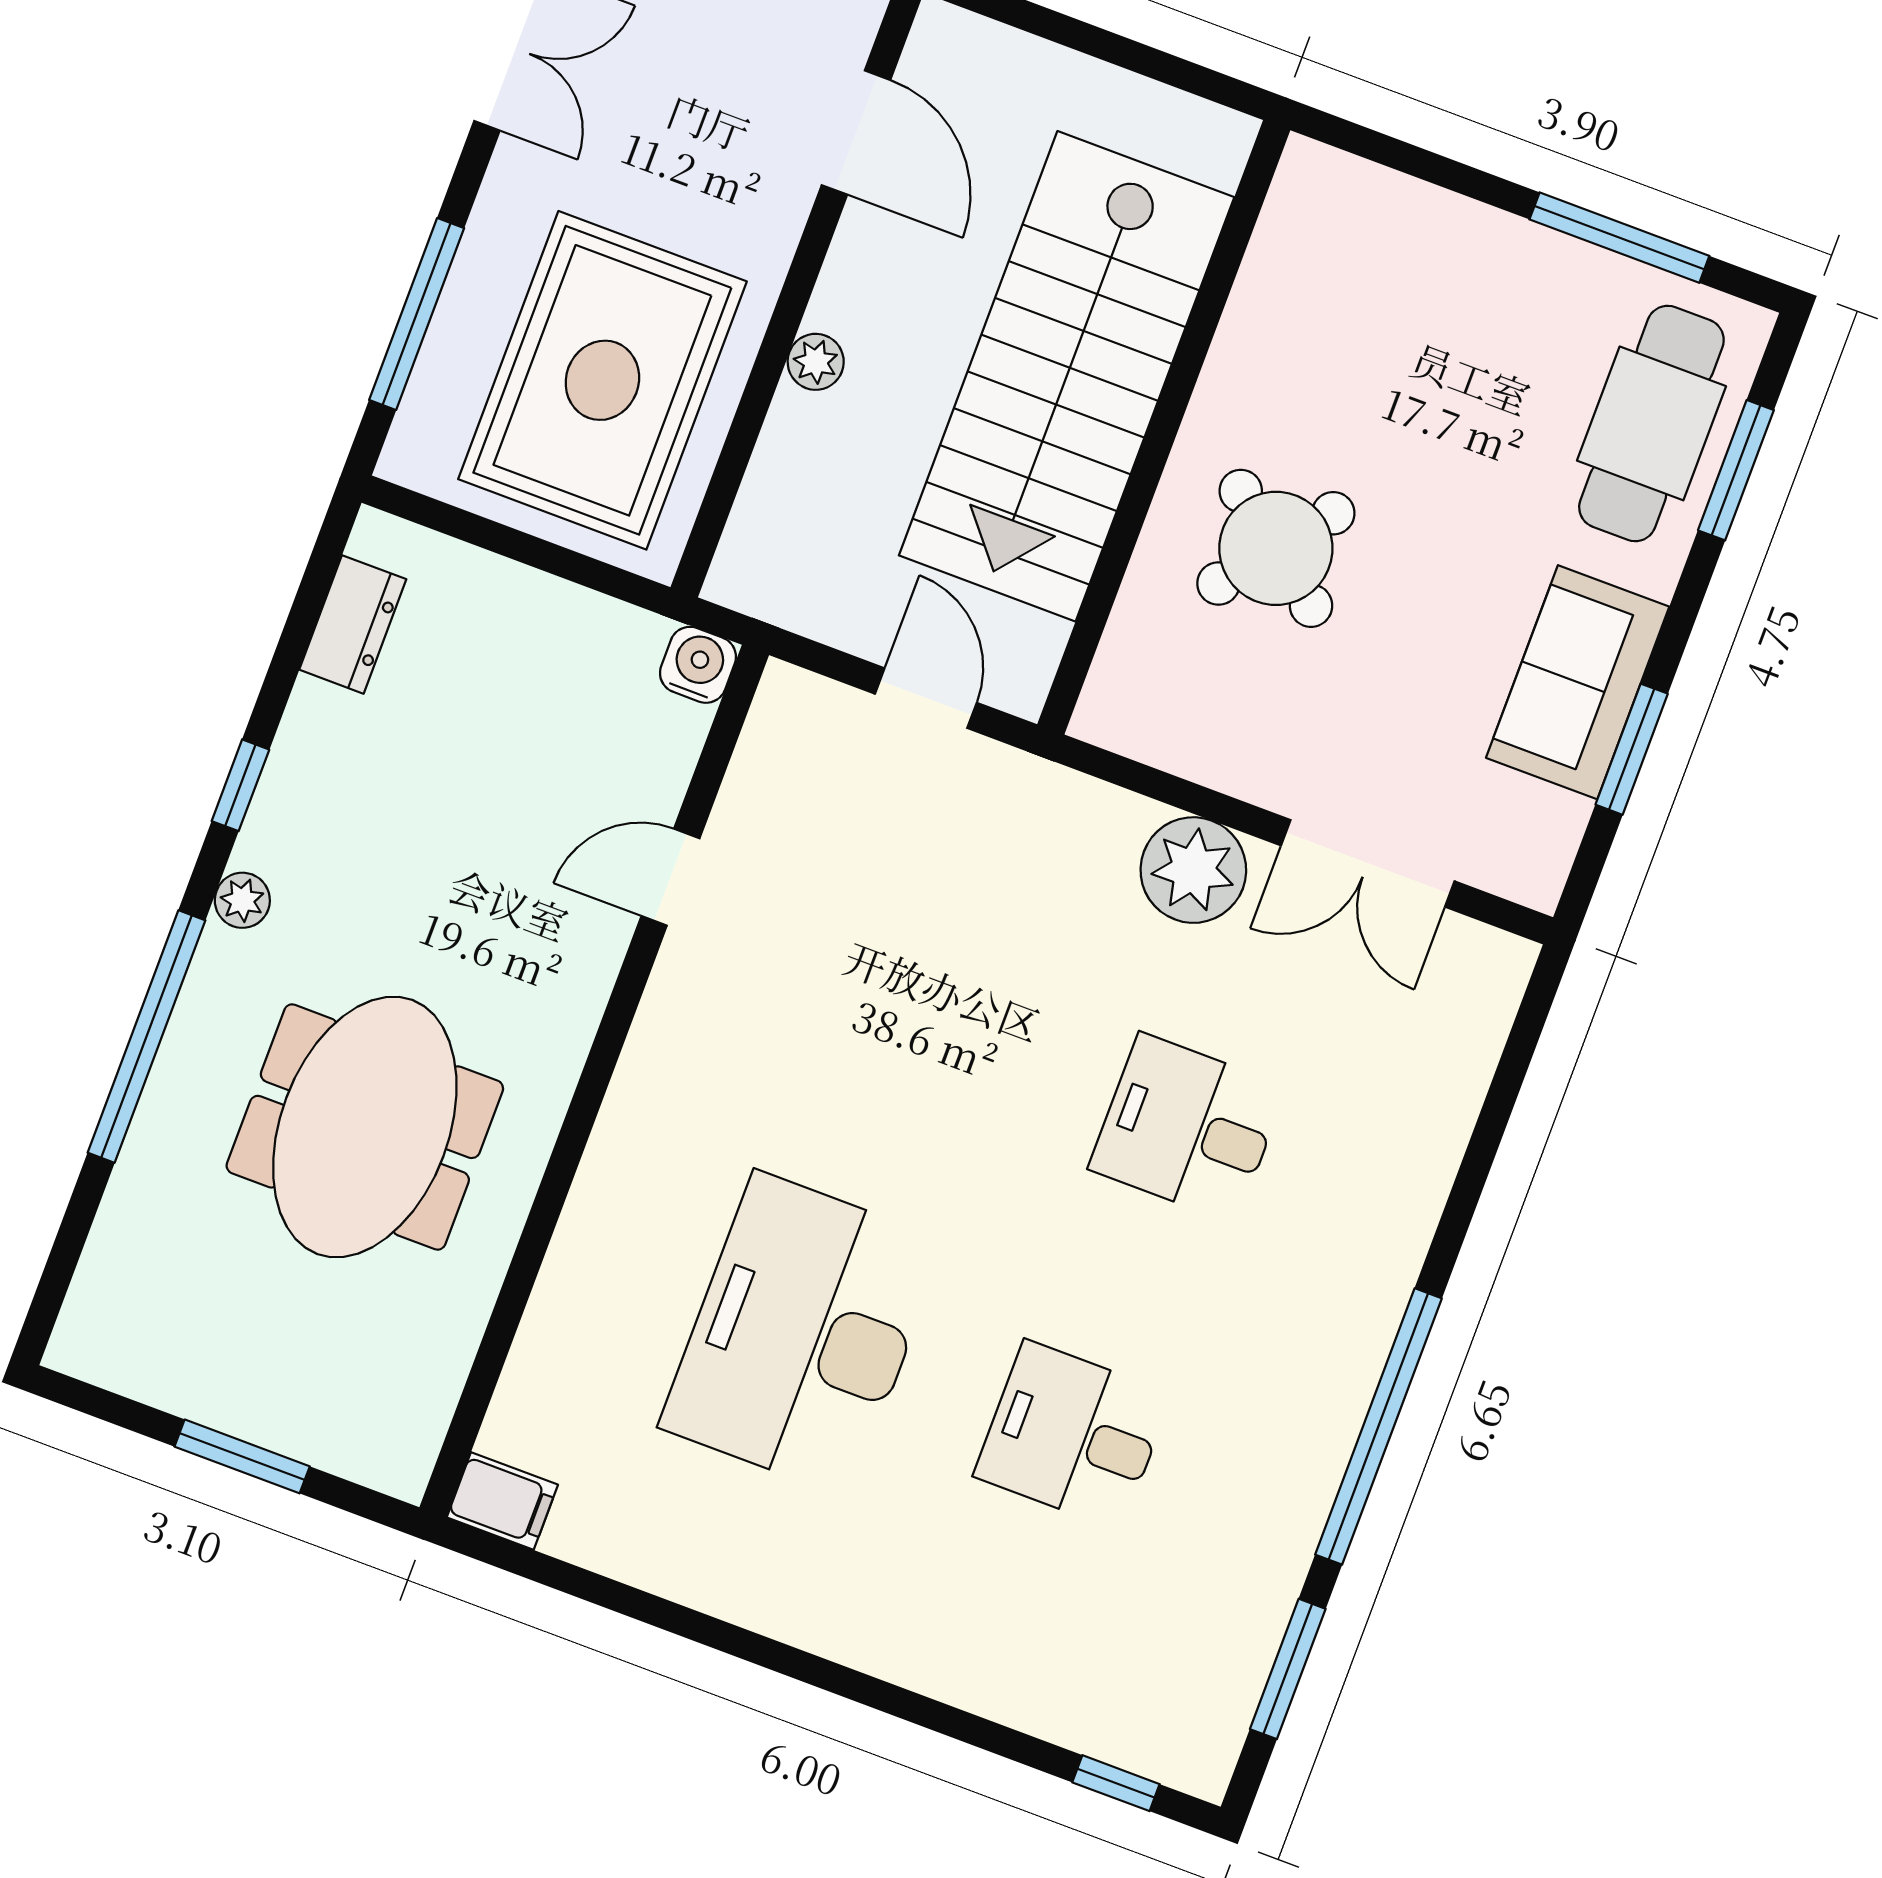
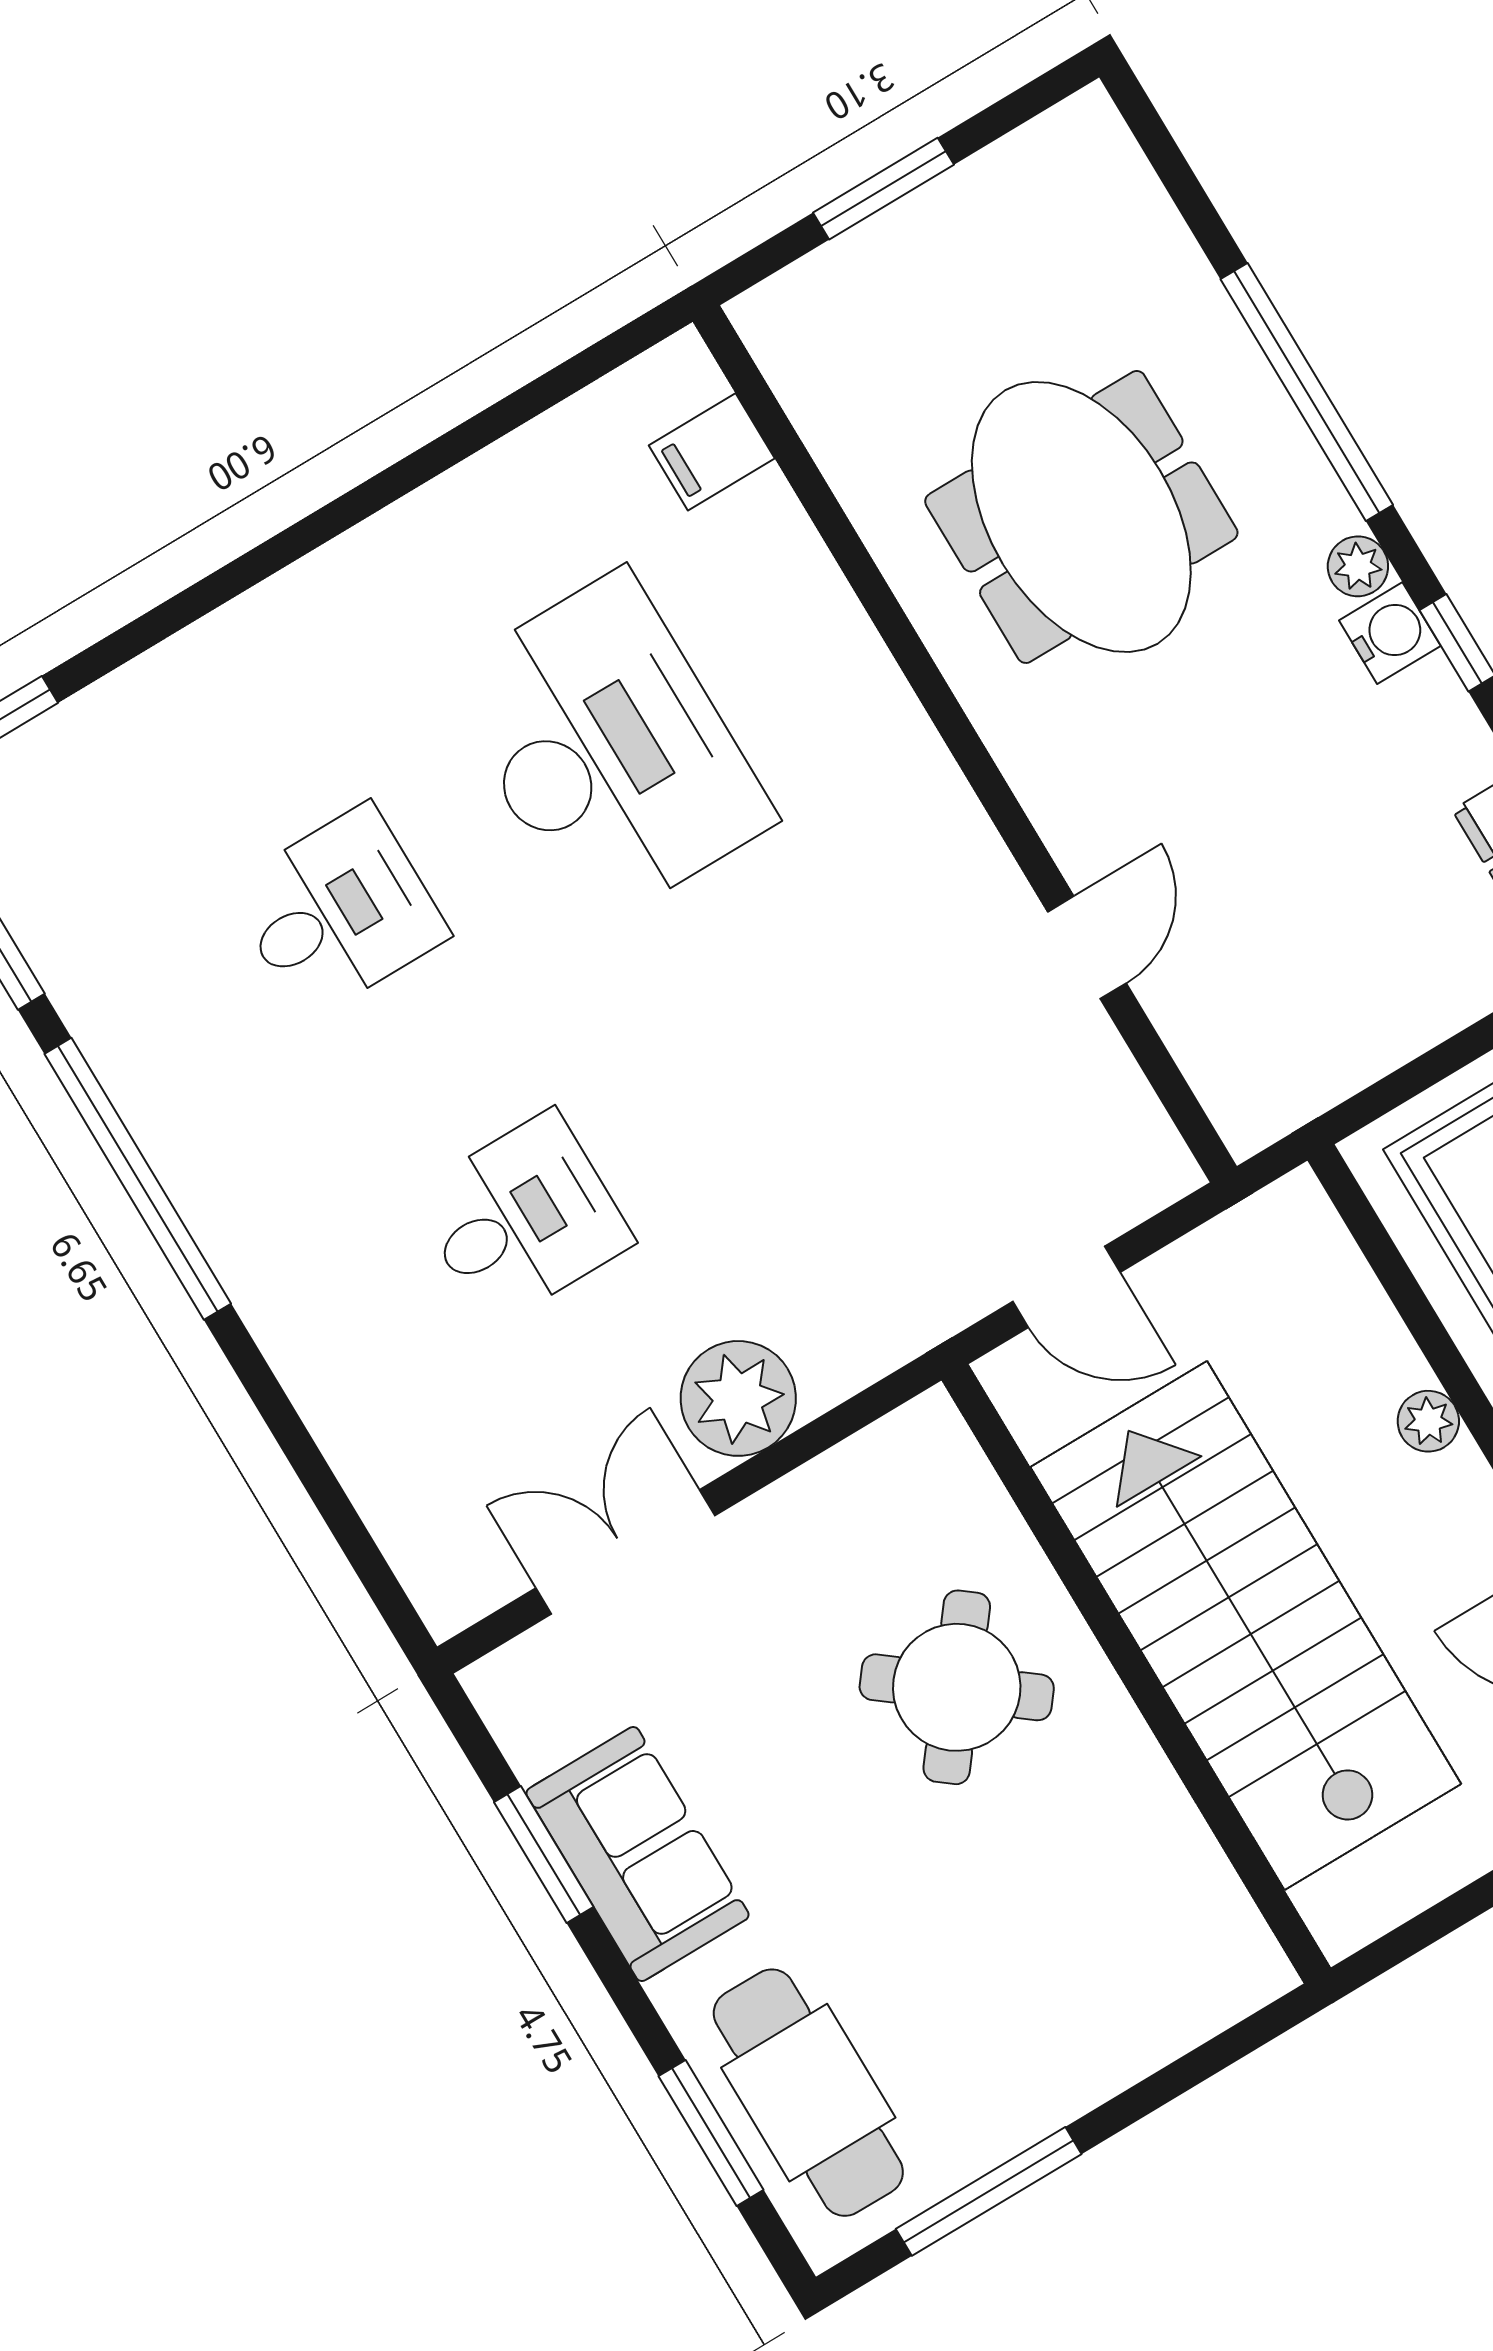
water cooler: (698, 665) -> (1390, 633), moved, turned -90
filing cabinet: (502, 1501) -> (712, 452), moved

